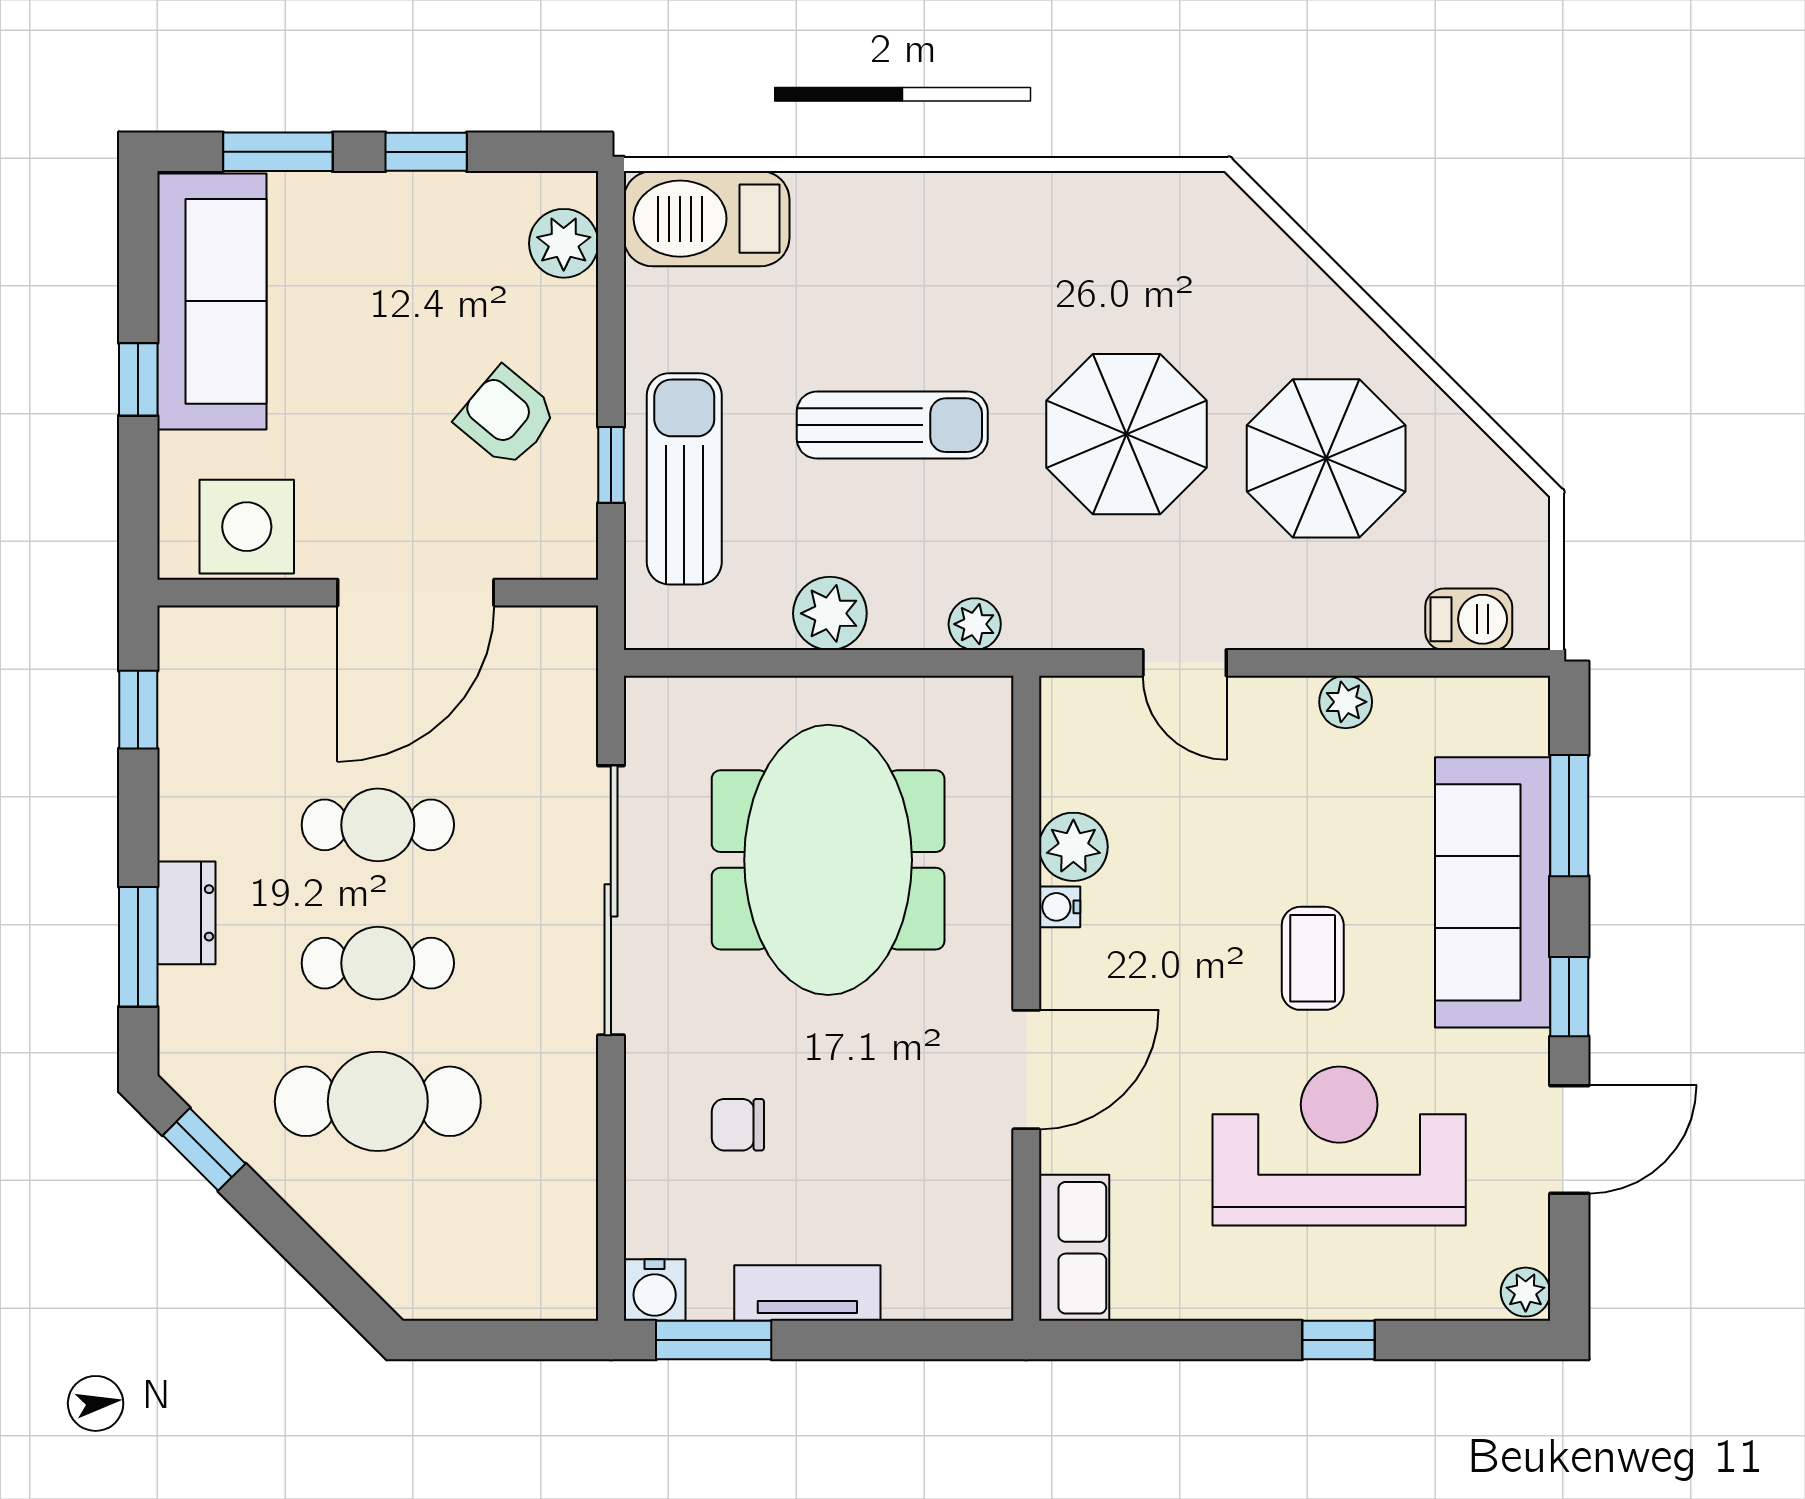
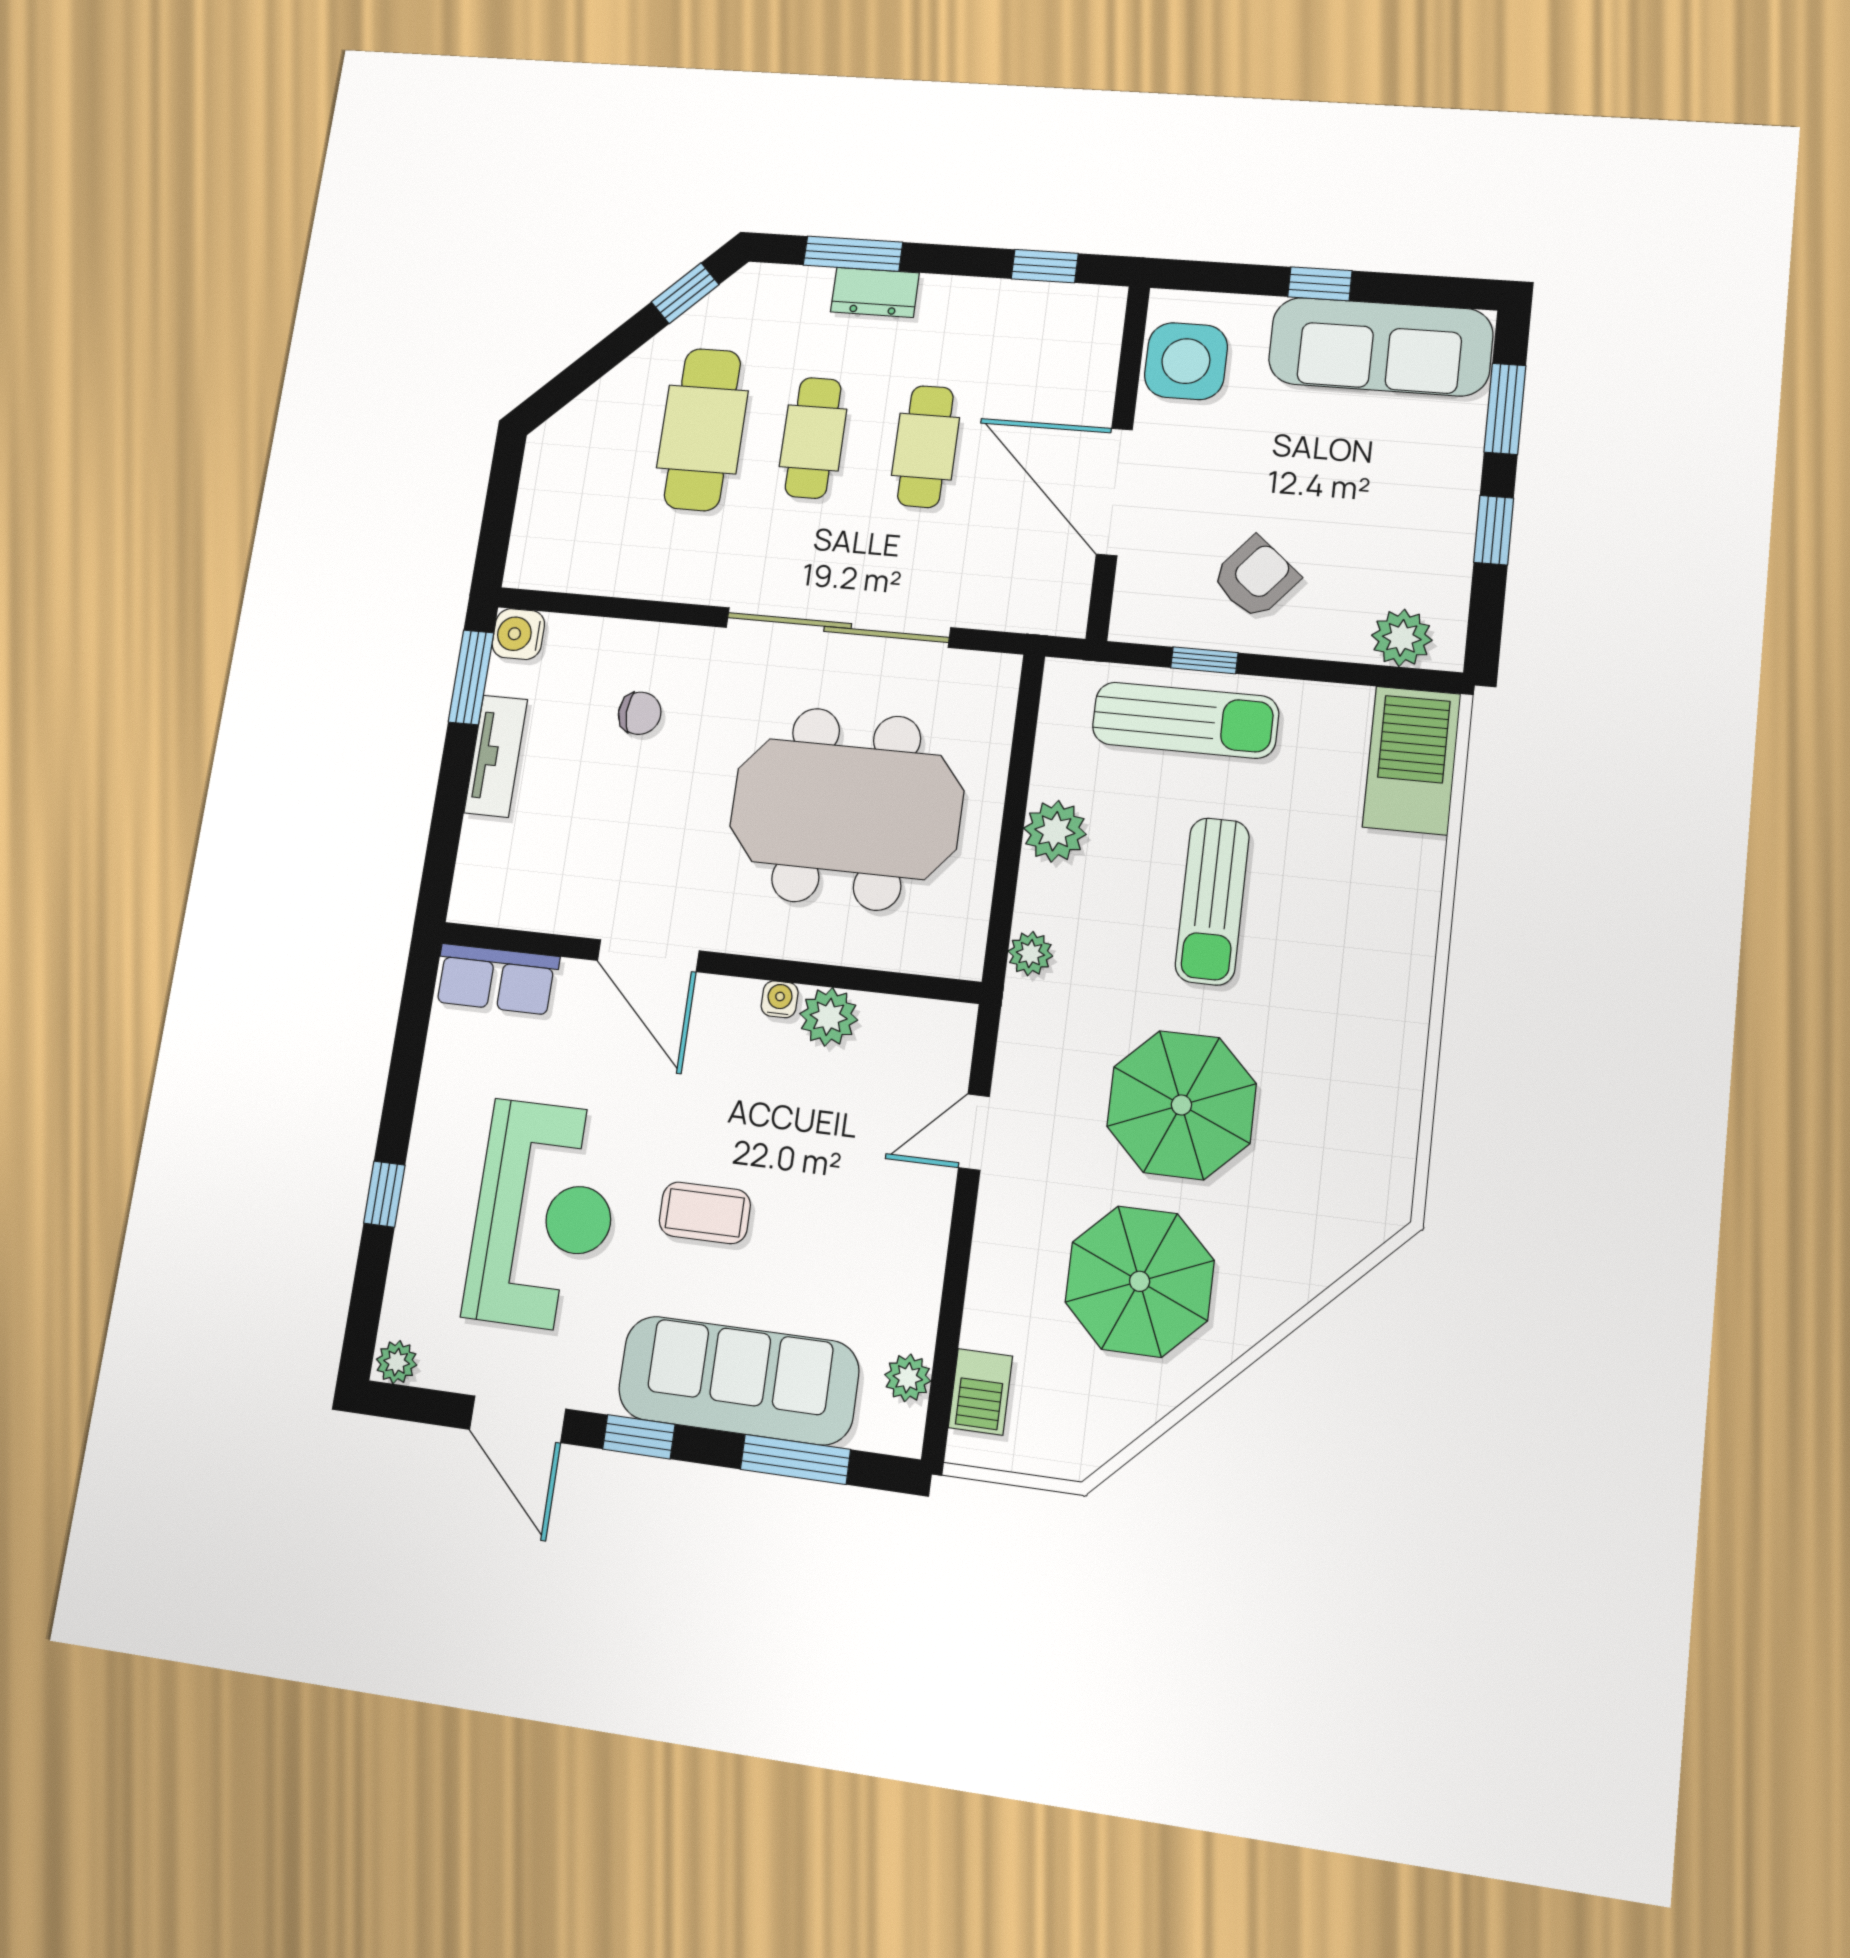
plant: (1346, 702) -> (908, 1378), moved
chair: (738, 1125) -> (640, 713), turned 90

